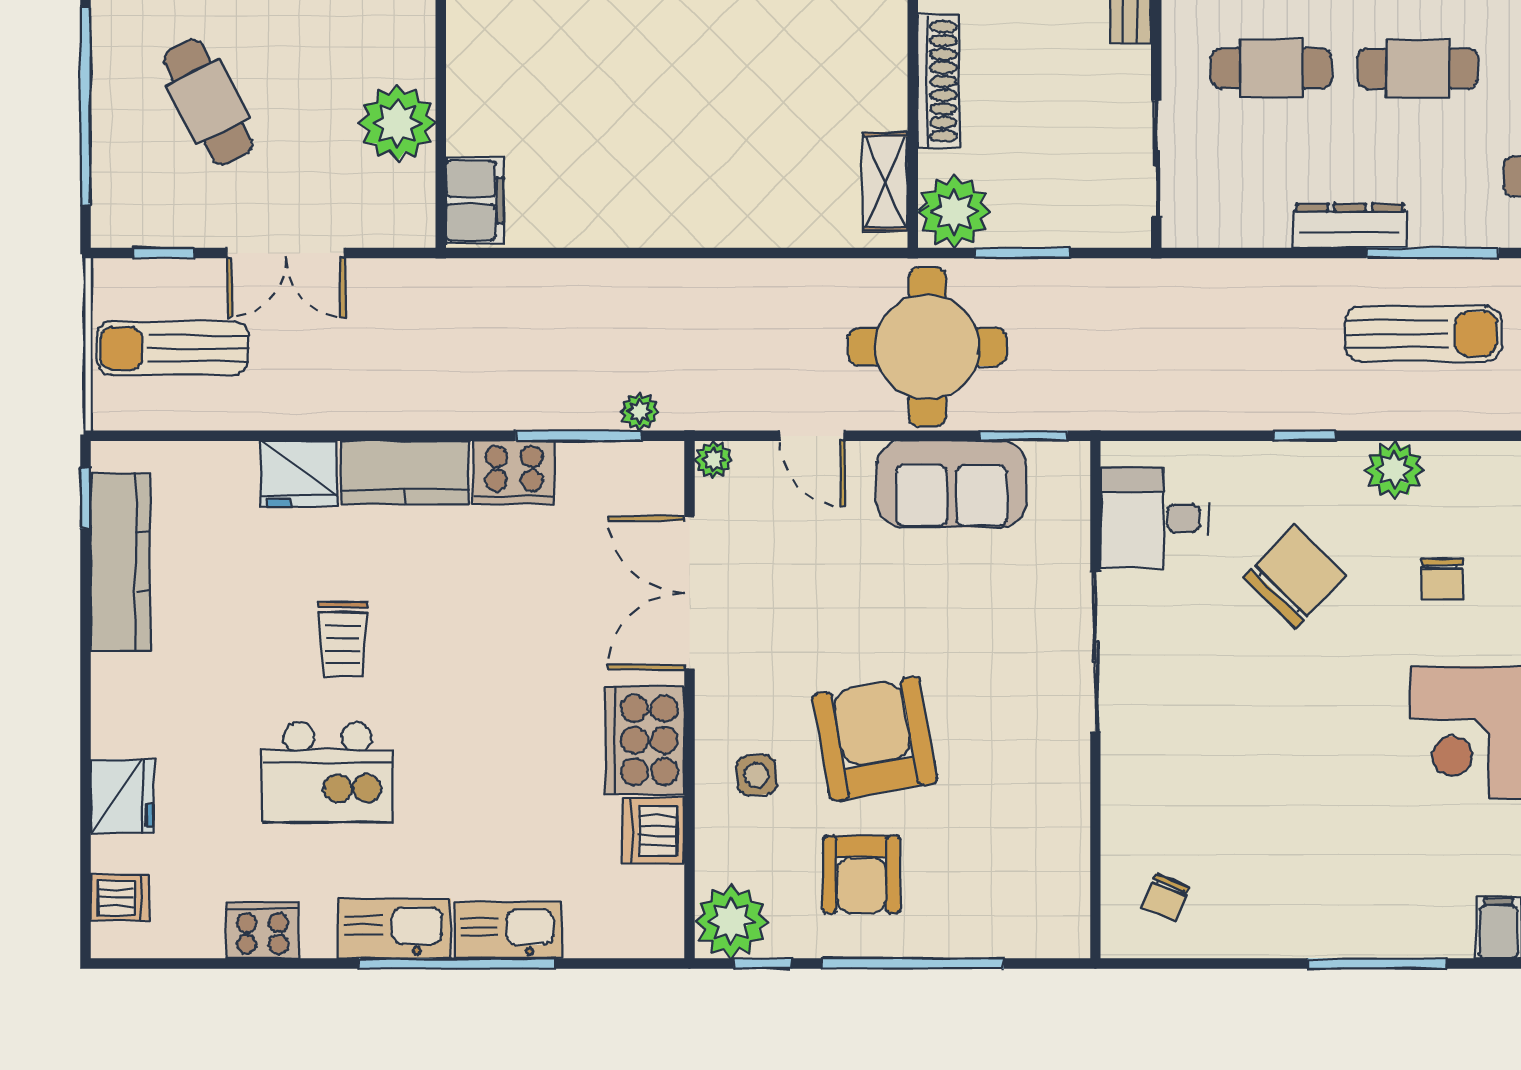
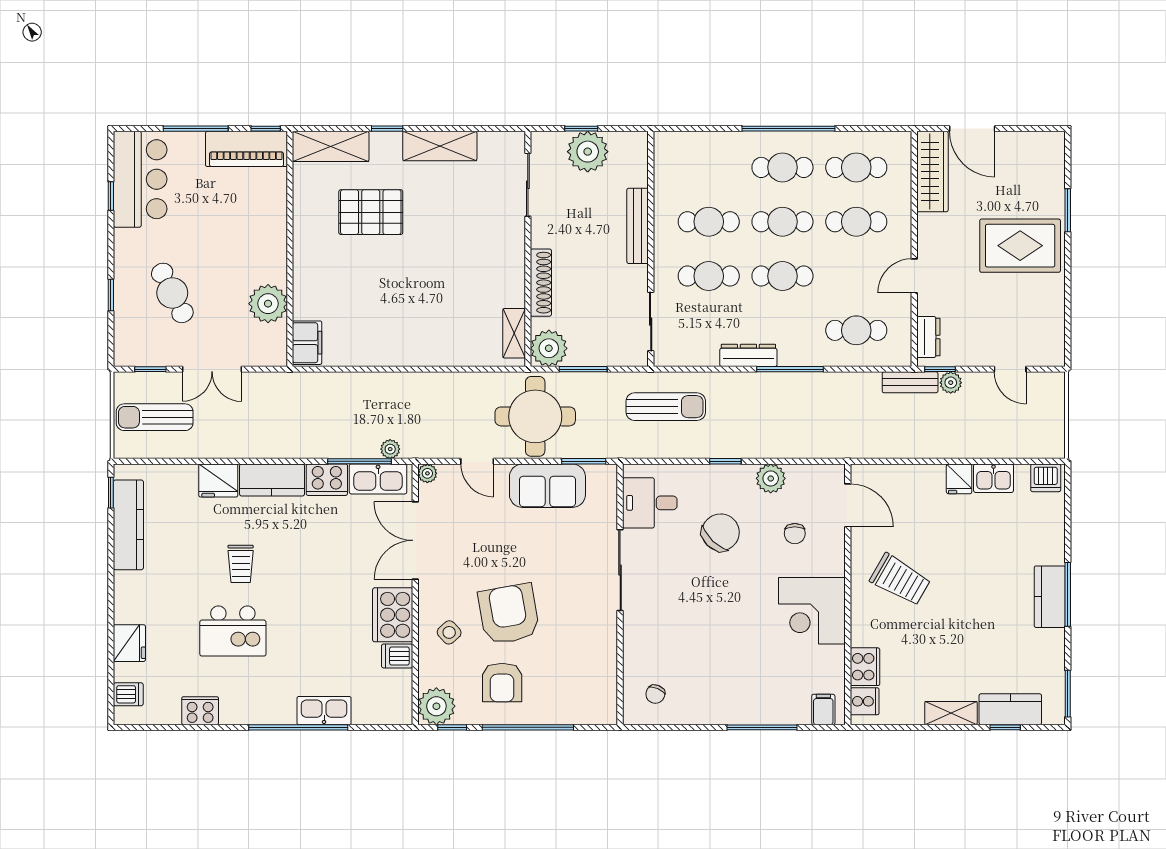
window: (86, 106) -> (111, 295), width x0.32
sun lounger: (1423, 334) -> (666, 407), moved
side table: (757, 775) -> (449, 632), turned -37
dishwasher: (654, 831) -> (397, 656), width x0.73
kitchen sink: (394, 928) -> (378, 479), moved, turned 180

